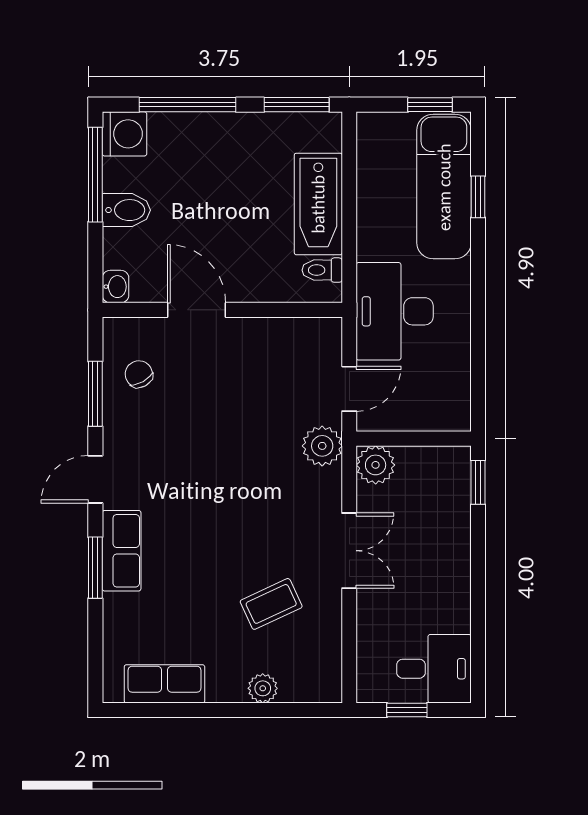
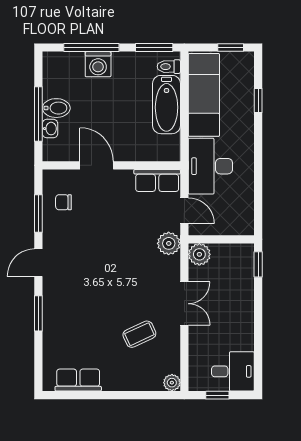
washing machine: (124, 134) -> (98, 64), moved, turned 90
window: (95, 175) -> (38, 114), moved
exam couch: (444, 187) -> (204, 95), moved, turned 180
toilet: (322, 270) -> (169, 67), moved
washbasin: (116, 287) -> (50, 129), moved
chair: (139, 374) -> (63, 202), turned -61
door: (349, 389) -> (184, 211), hinge flipped
row of seats: (122, 551) -> (157, 180), moved, turned 90
plant: (263, 688) -> (172, 383), moved

